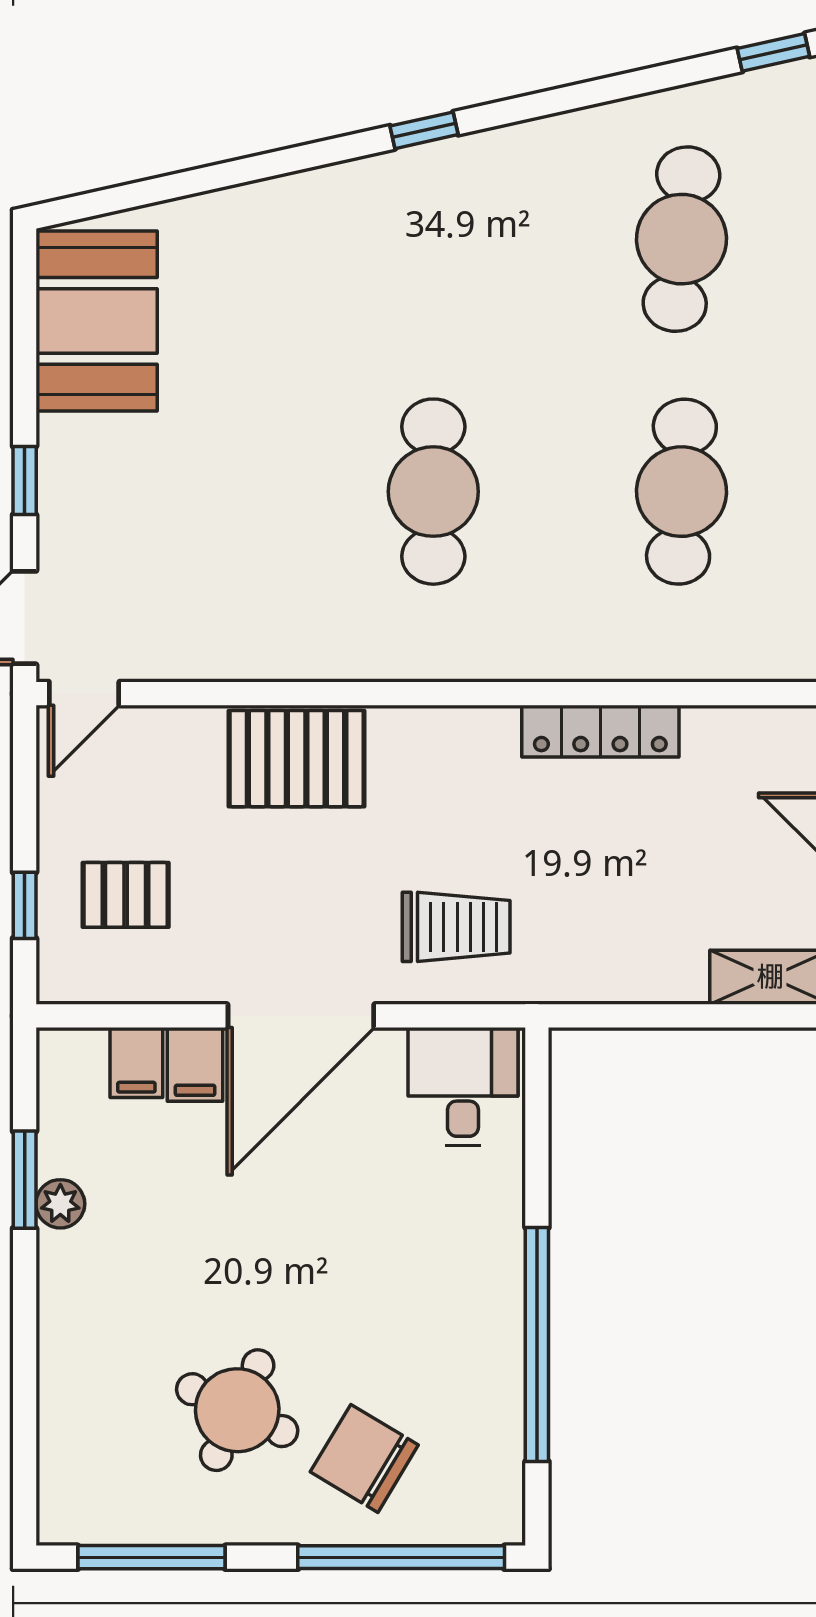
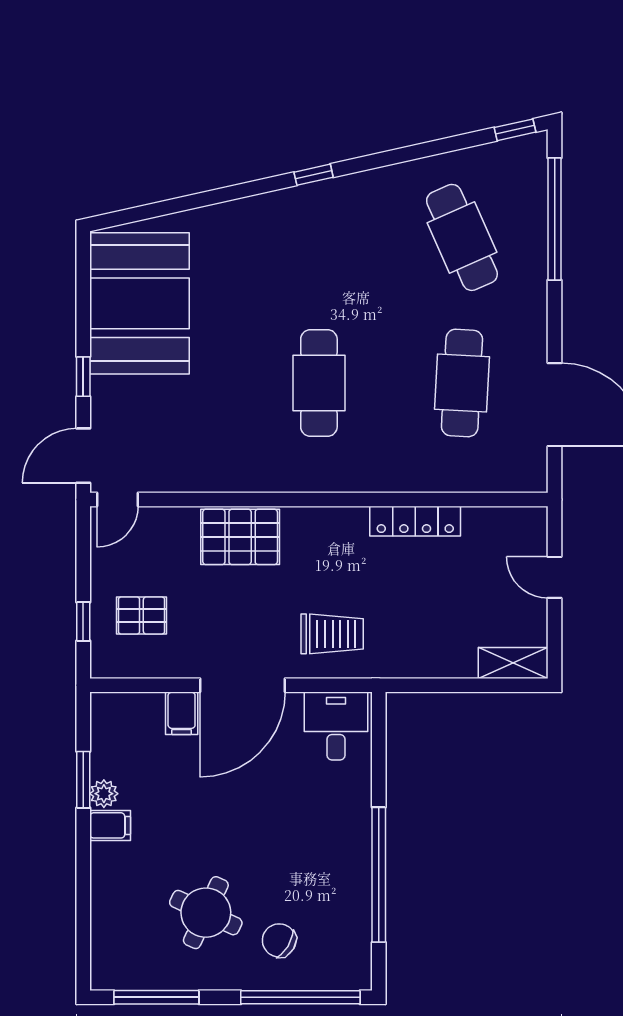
cafe table: (681, 239) -> (462, 237), turned -30
booth: (97, 321) -> (139, 303), width x1.36, depth x1.42
filing cabinet: (136, 1063) -> (110, 825), moved, turned -90
chair: (364, 1458) -> (279, 940), width x0.73, depth x0.73

